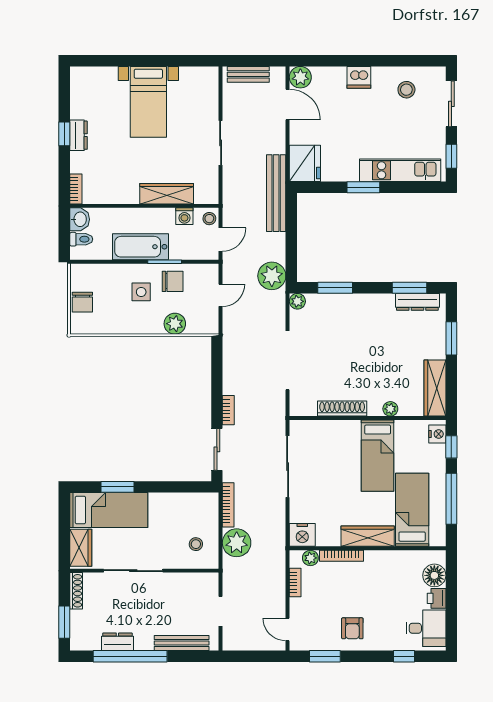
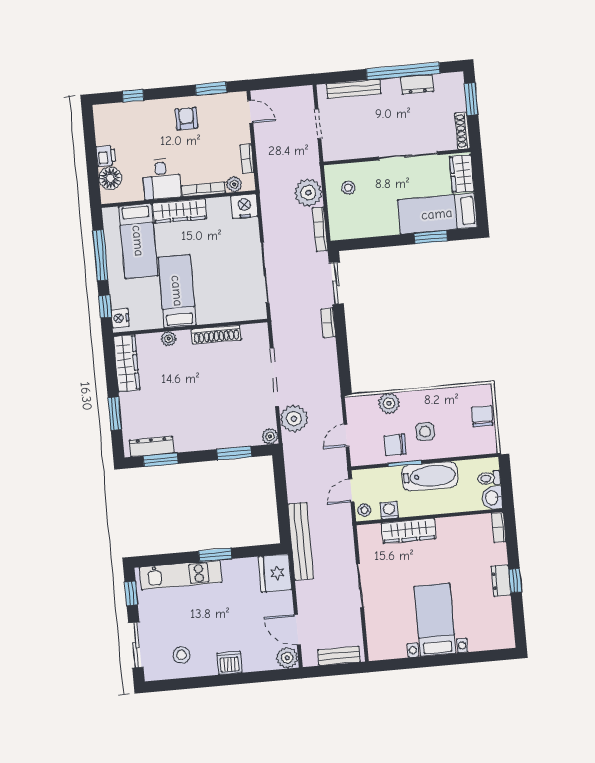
plant: (272, 276) -> (294, 419), moved
desk: (426, 628) -> (161, 179), moved, turned -90

